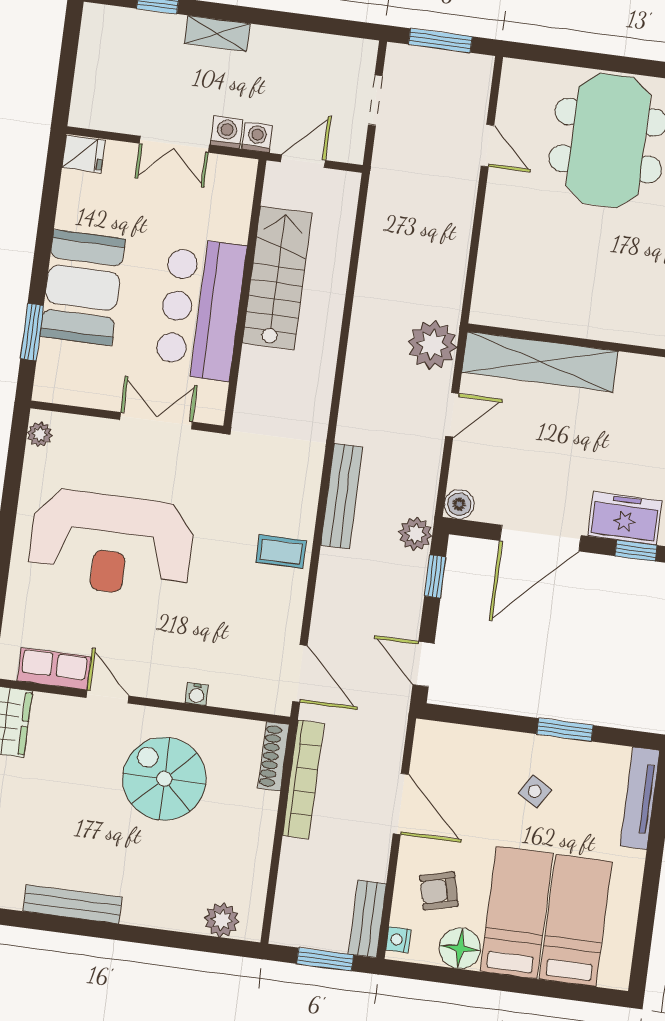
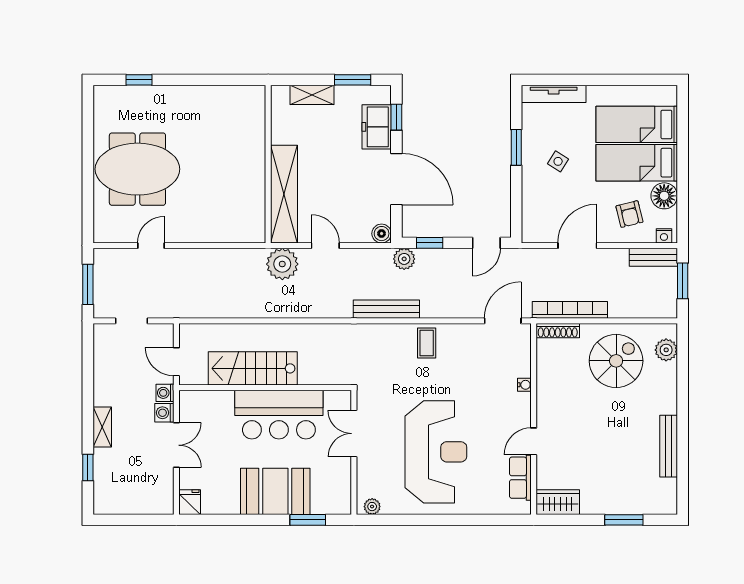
spiral stairs: (164, 779) -> (616, 361), moved, turned 180

